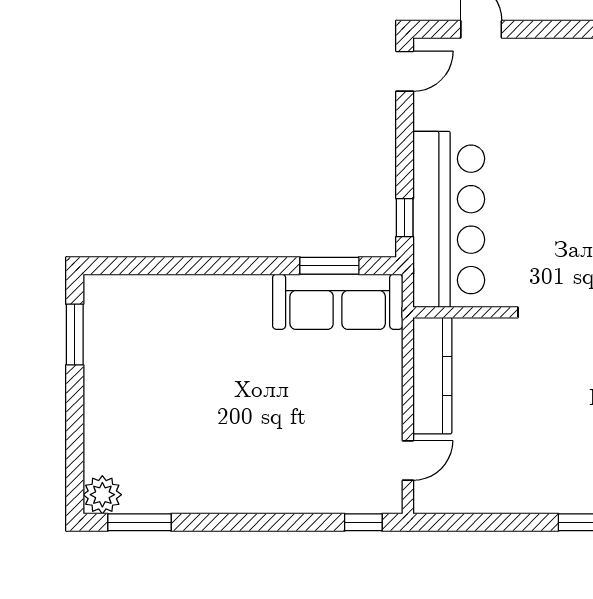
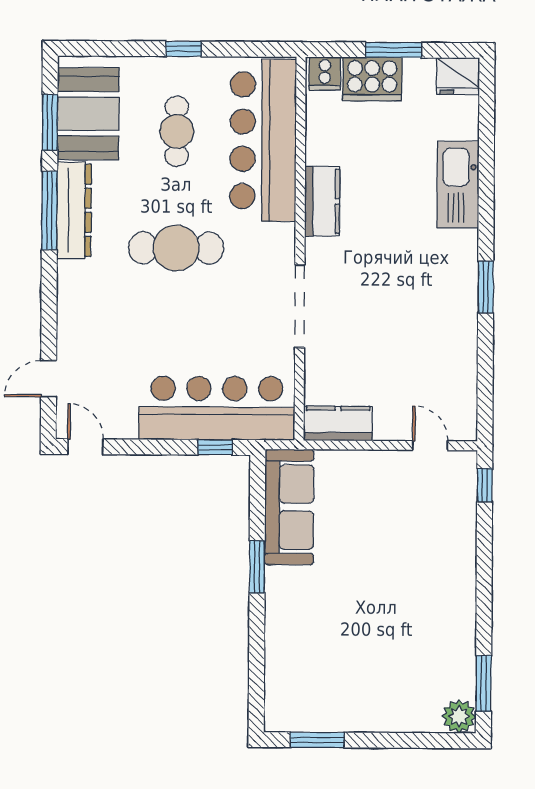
window: (329, 266) -> (257, 567), moved
kitchen counter: (432, 376) -> (338, 423), width x0.67

